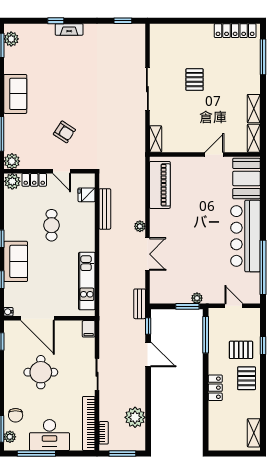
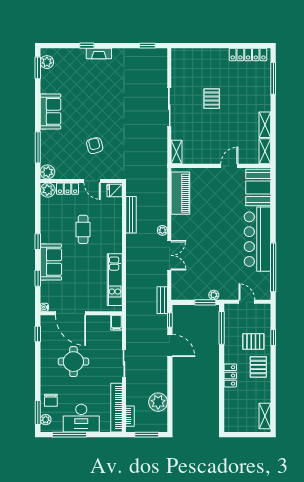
armchair: (64, 132) -> (95, 146), turned -138
fridge: (87, 195) -> (115, 191), moved

